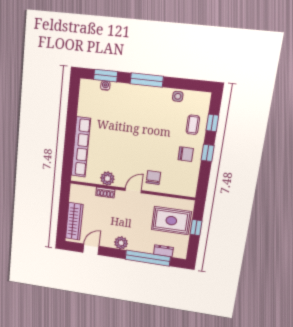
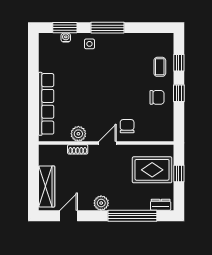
side table: (178, 96) -> (89, 44), moved
dresser: (163, 251) -> (161, 205), moved

